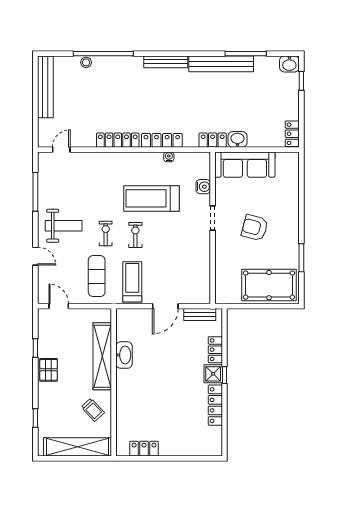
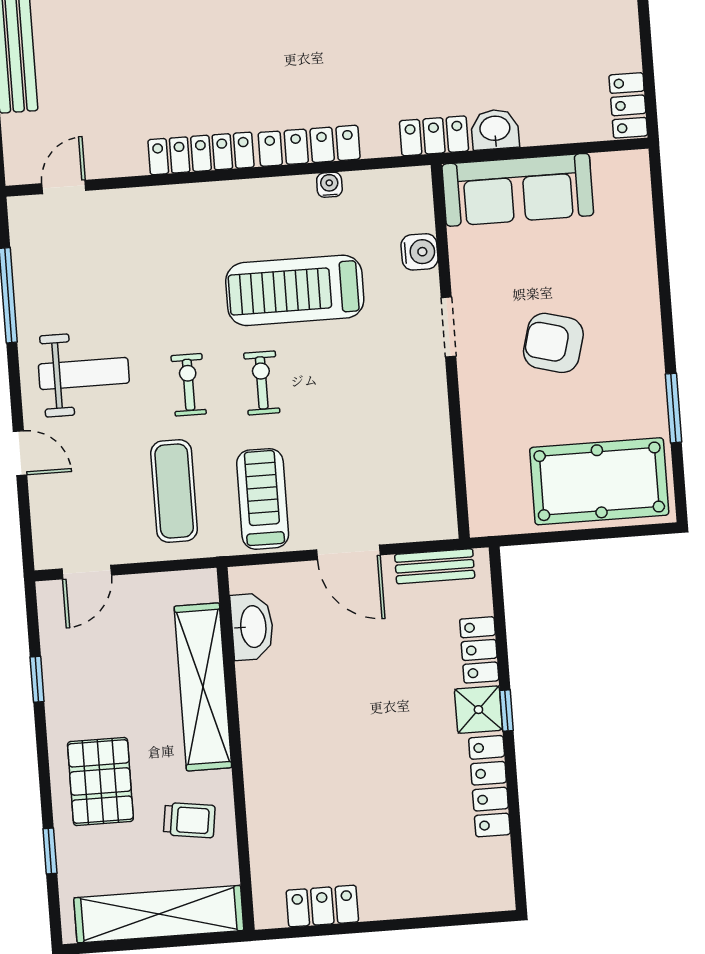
door: (59, 306) -> (87, 572), swing flipped
door: (165, 306) -> (348, 552), hinge flipped
washbasin: (124, 355) -> (252, 627), moved
pallet: (49, 370) -> (100, 782), moved, width x1.50, depth x1.42
trolley: (93, 410) -> (189, 820), turned -39

